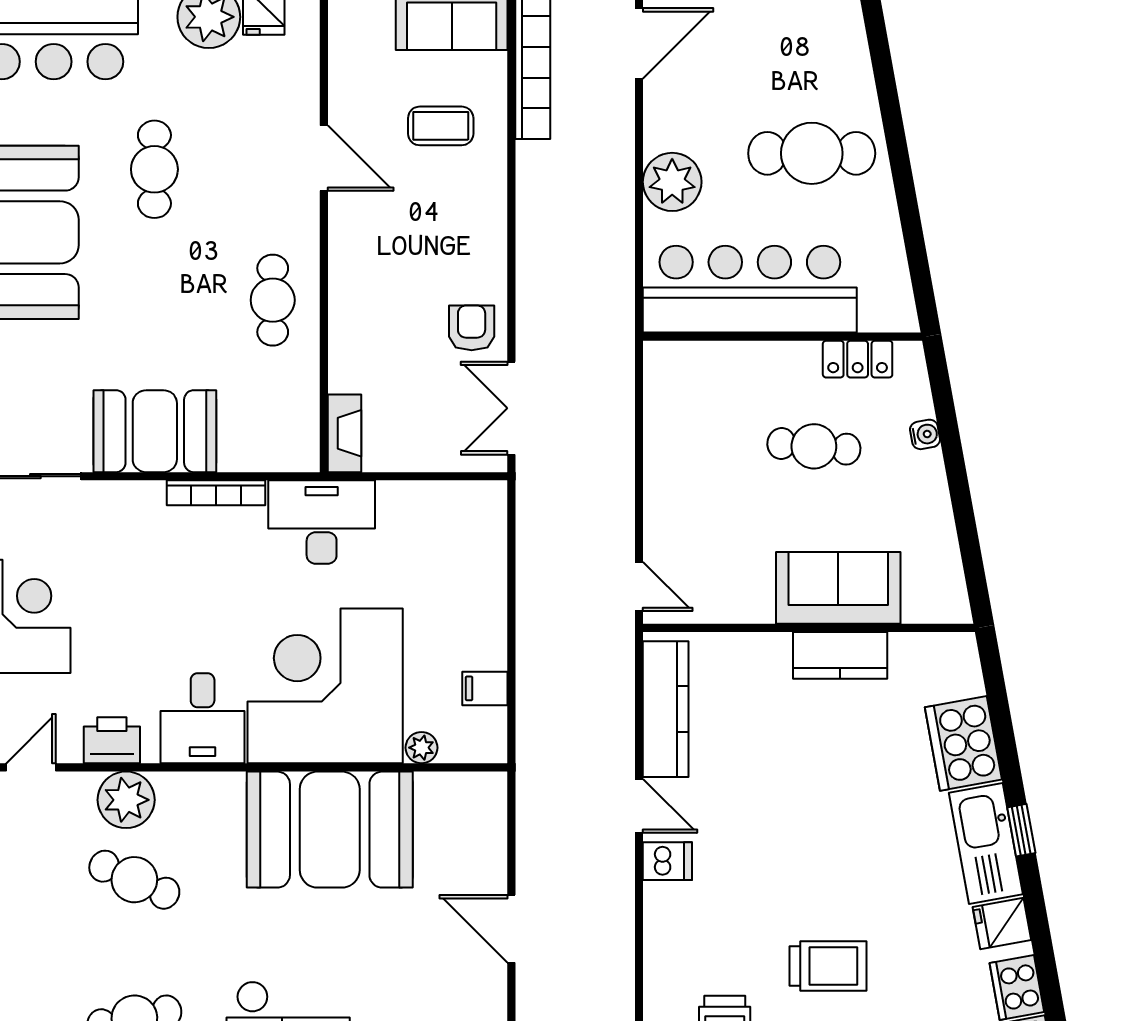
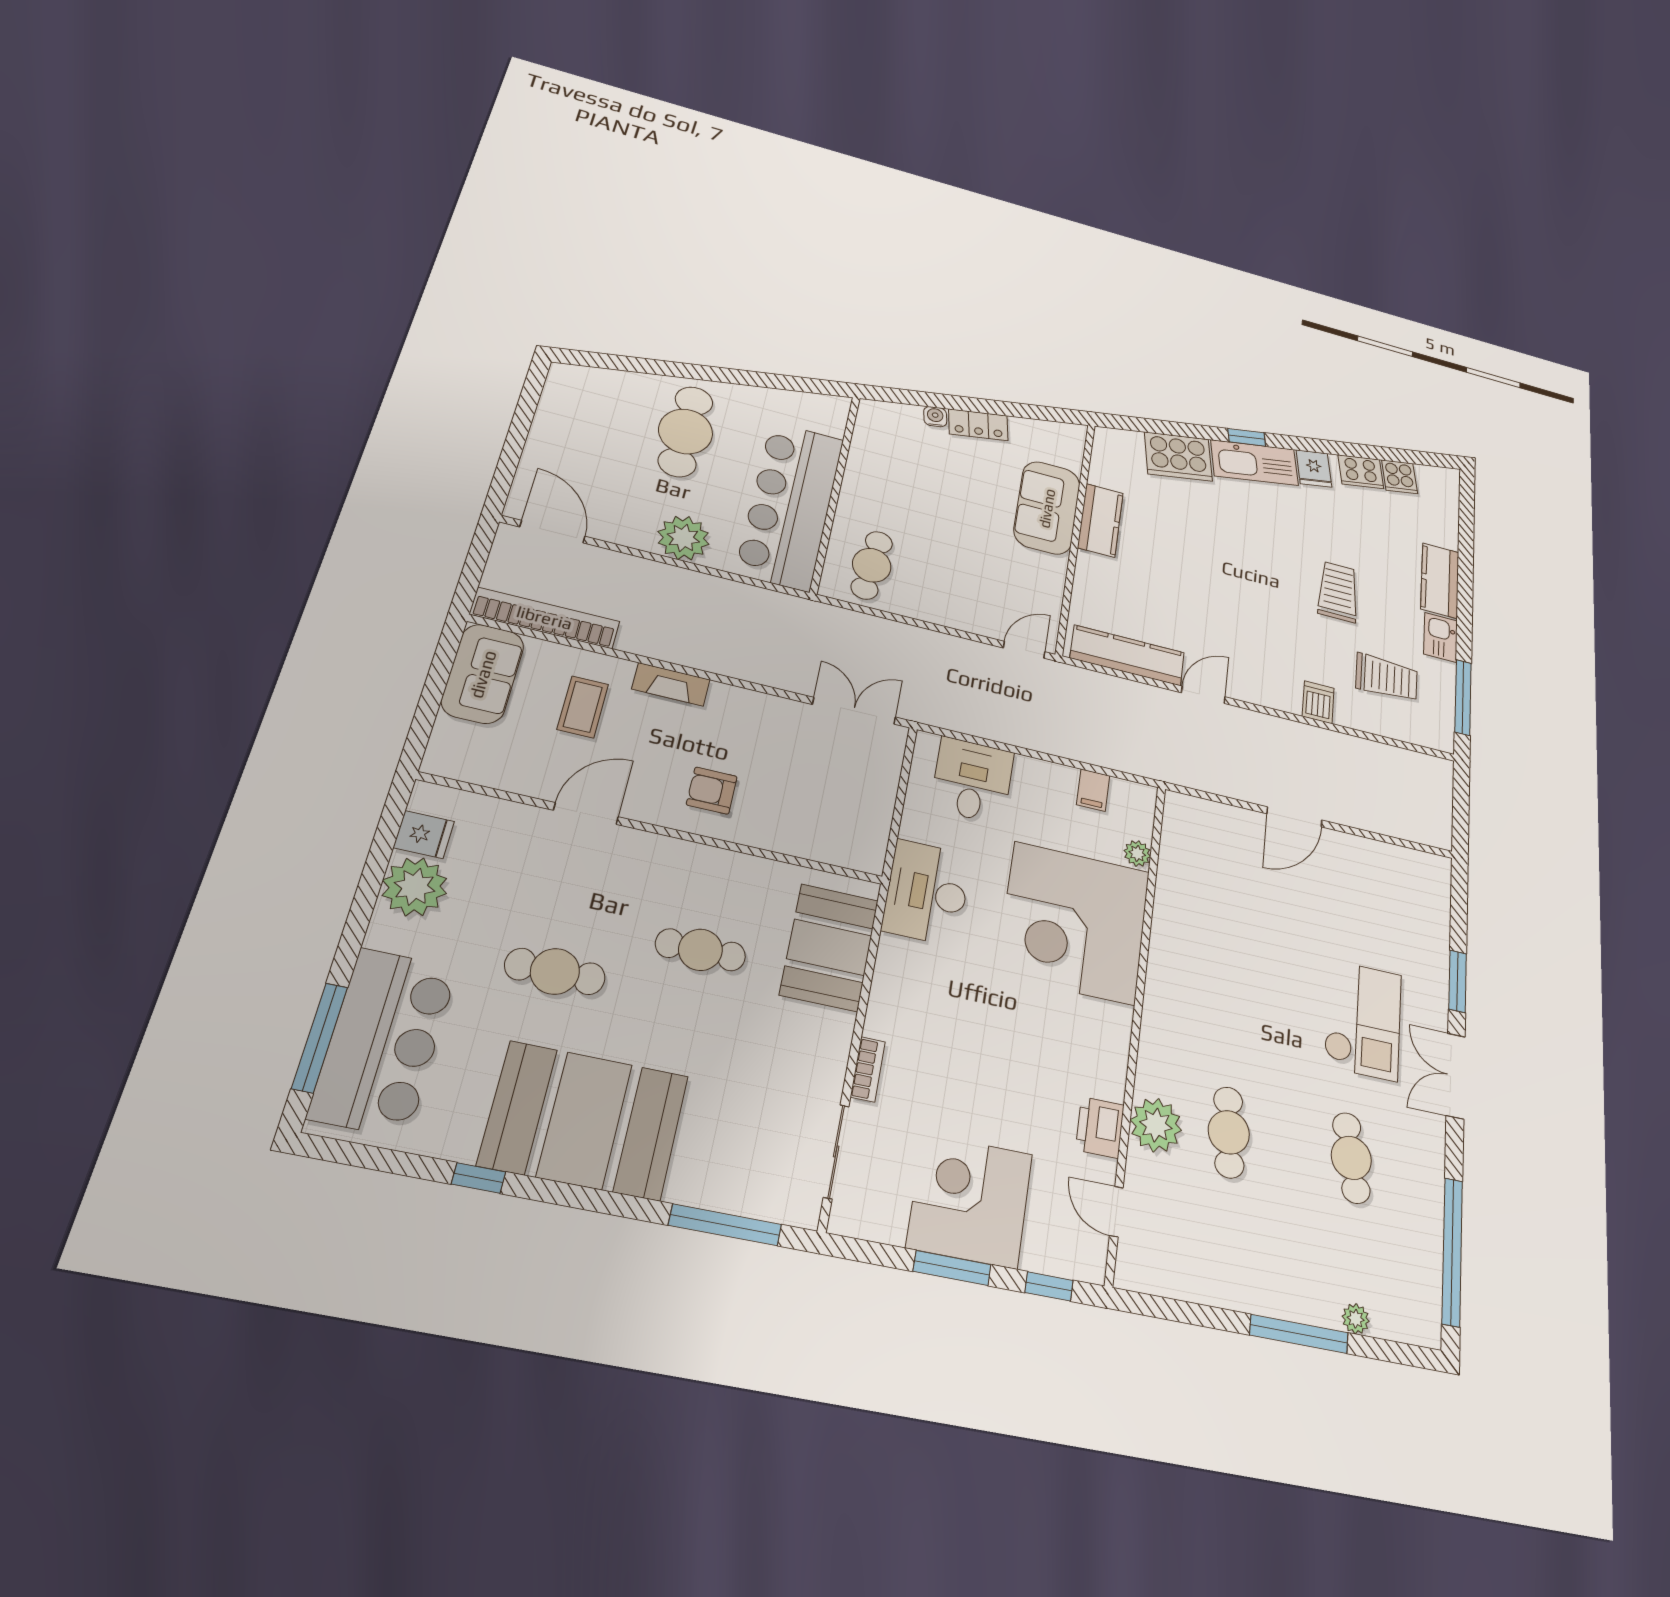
cafe table: (273, 300) -> (700, 950), moved
armchair: (472, 328) -> (712, 791), moved
locker: (858, 359) -> (978, 425), moved, turned 80
double door: (511, 408) -> (854, 711), swing flipped
booth: (155, 431) -> (829, 947), moved
fireplace: (345, 433) -> (671, 684), moved, turned 180
cafe table: (814, 446) -> (872, 565), moved
bookcase: (216, 493) -> (868, 1069), moved, width x0.64
desk: (203, 718) -> (972, 780), moved, turned -90
booth: (330, 830) -> (1200, 947), removed
dishwasher: (667, 861) -> (1318, 702), moved
cafe table: (134, 880) -> (1229, 1132), turned -30

